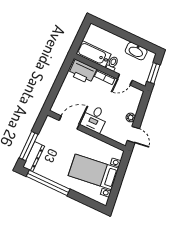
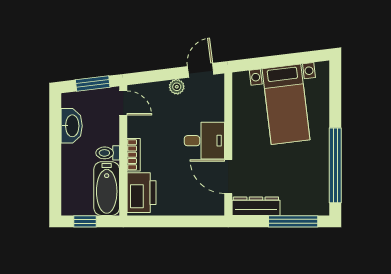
window: (81, 34) -> (85, 221), added
door: (125, 80) -> (123, 103), moved
dresser: (34, 157) -> (256, 206), moved

